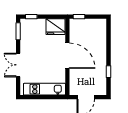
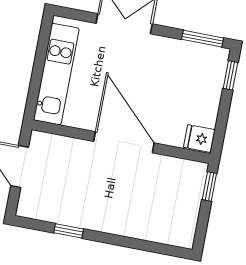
fridge: (55, 27) -> (199, 139), width x0.53, depth x0.75
door: (67, 56) -> (124, 142), swing flipped

